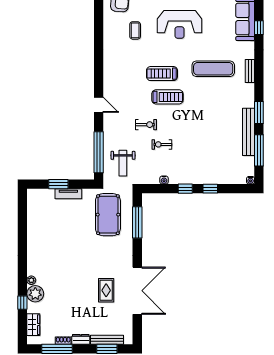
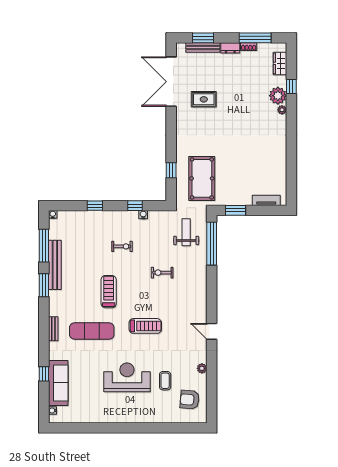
coffee table: (135, 30) -> (165, 381), moved
plant: (108, 33) -> (202, 368), added
treadmill: (167, 97) -> (109, 292), moved, turned 90
door: (99, 105) -> (212, 331), moved
exercise bike: (162, 144) -> (122, 246), moved
window: (58, 184) -> (236, 210), moved
window: (185, 189) -> (135, 206), moved
tv unit: (68, 194) -> (266, 200), moved
window: (137, 222) -> (171, 170), width x0.46
rug: (106, 290) -> (204, 99), turned 90
double door: (137, 291) -> (171, 82), moved

